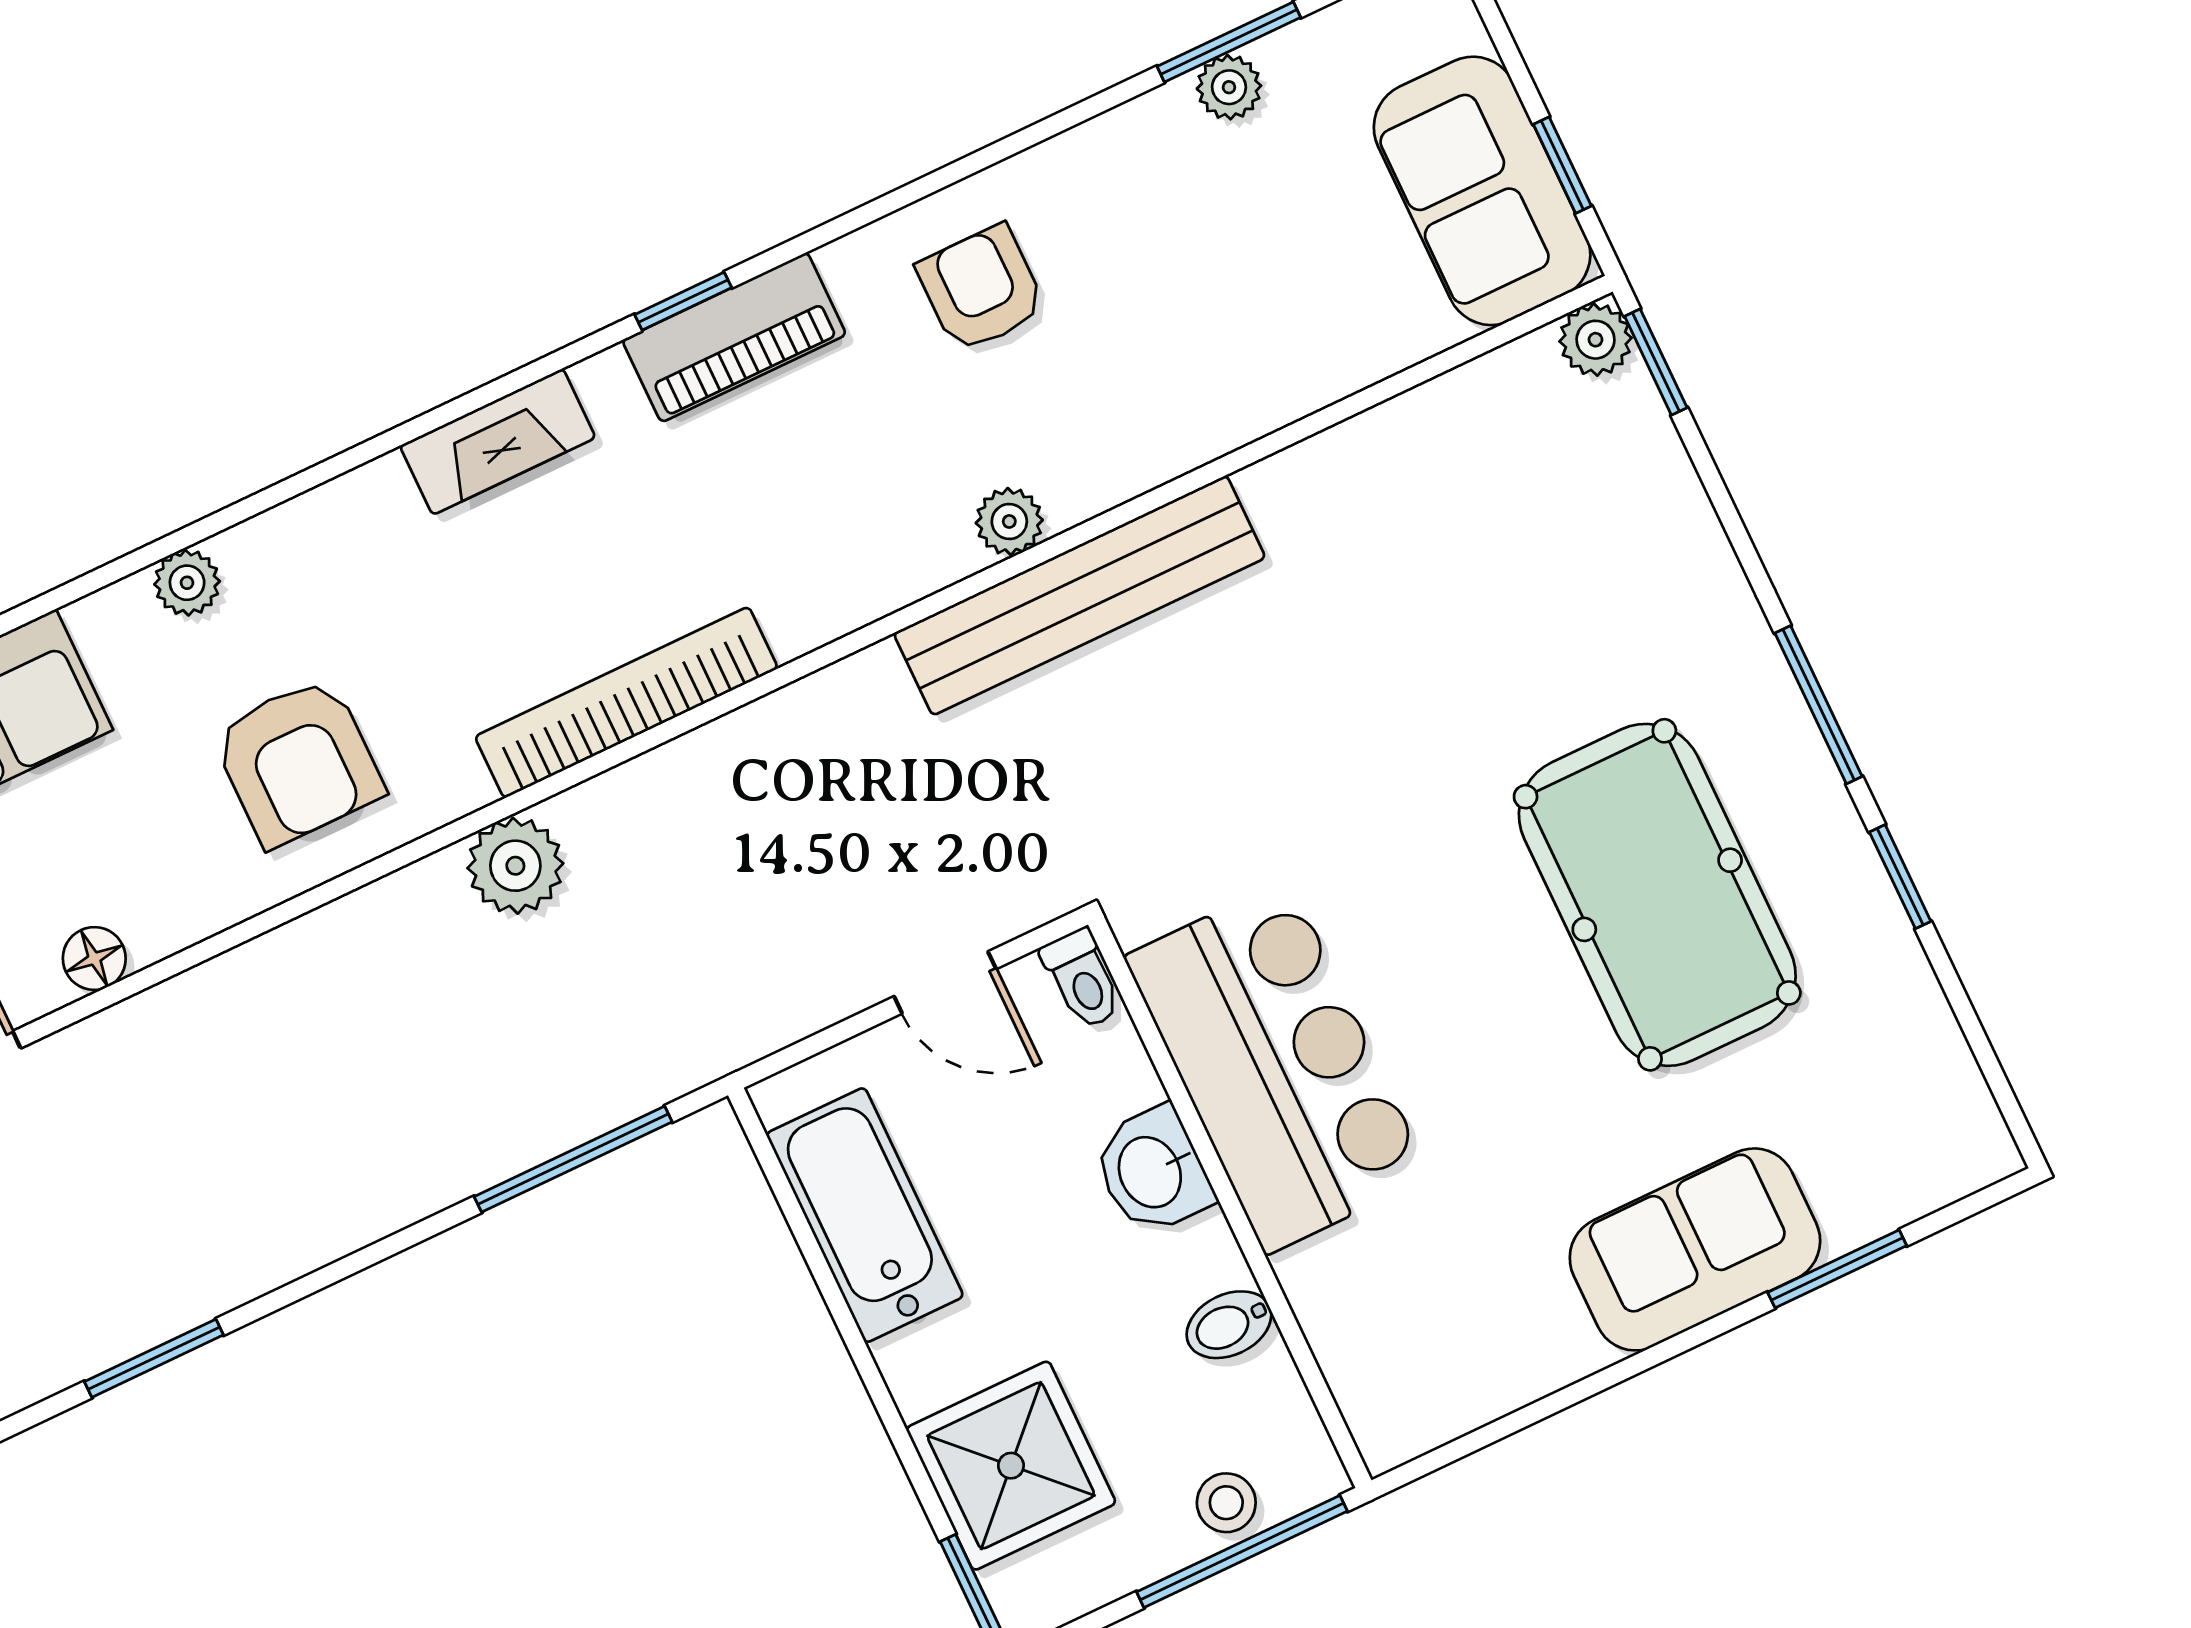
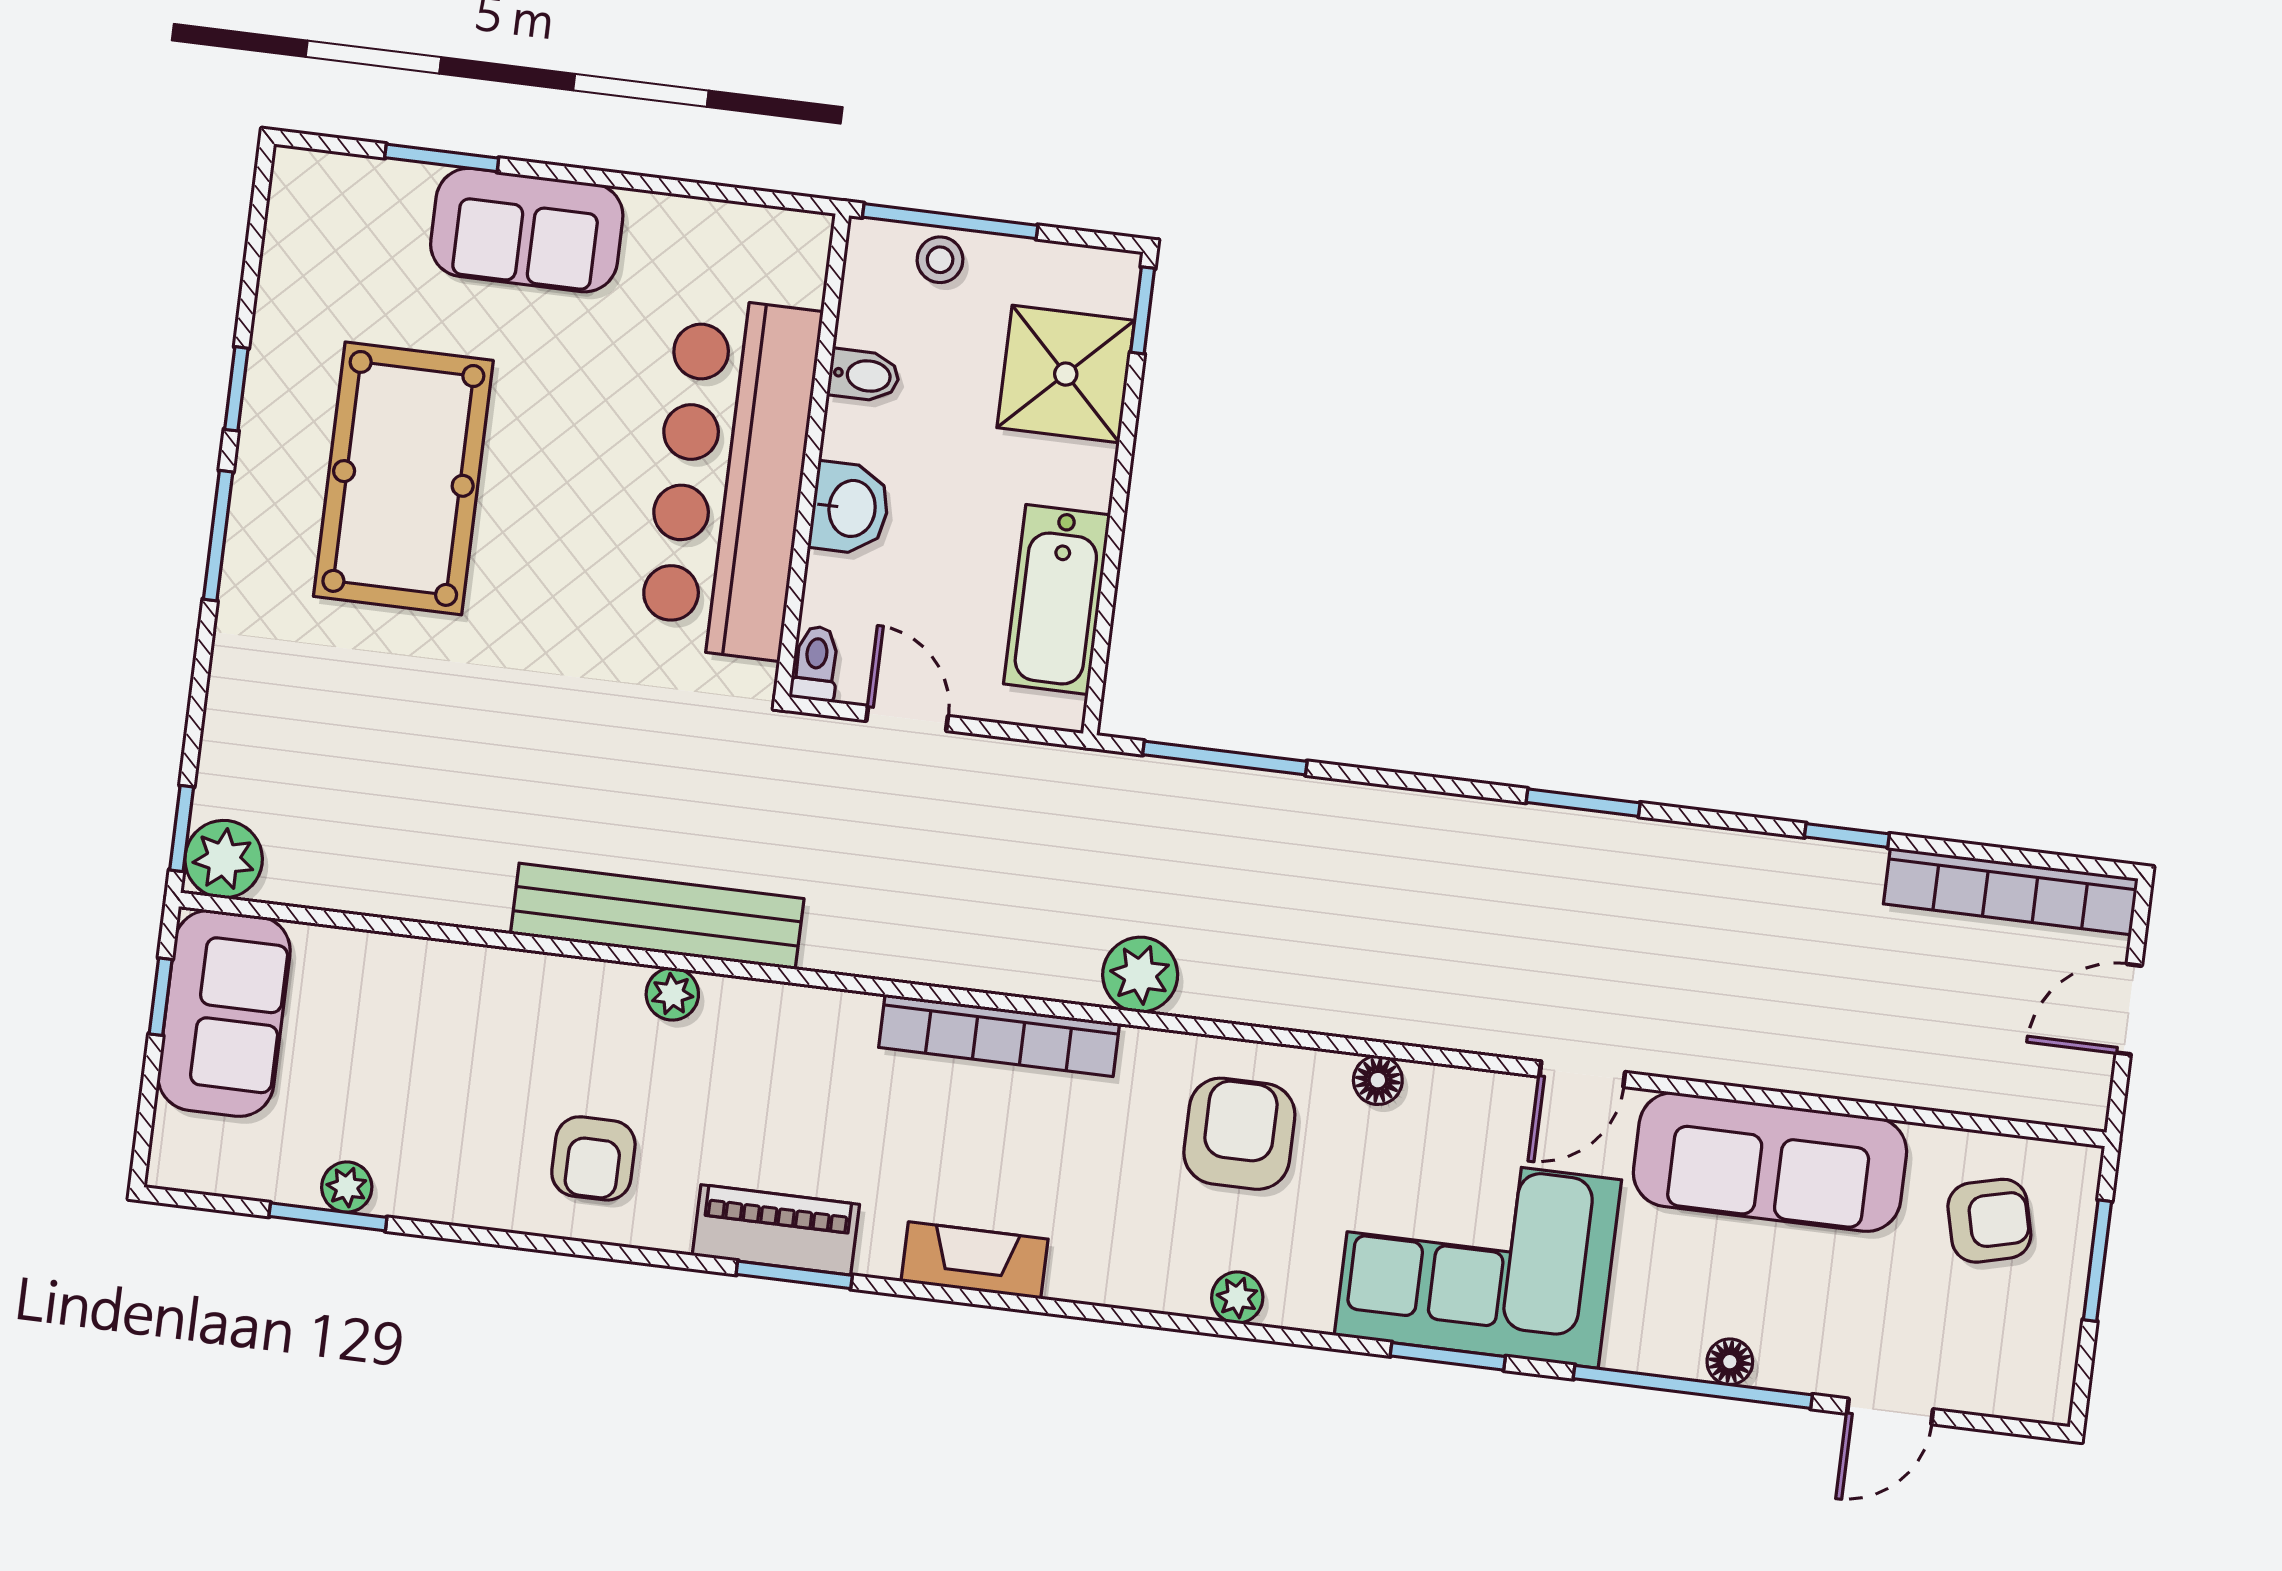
window: (683, 301) -> (794, 1275), width x1.50
plant: (1596, 340) -> (224, 859), width x1.38, depth x1.38
floor lamp: (94, 959) -> (1378, 1080), moved
bar counter: (1277, 1067) -> (730, 478), width x1.36

